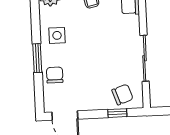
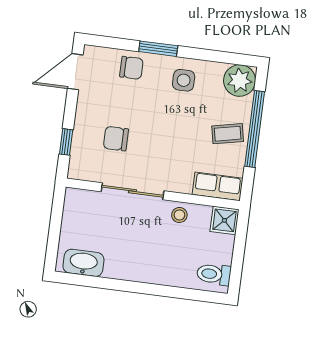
stool: (156, 21) -> (179, 215), added
chair: (122, 94) -> (116, 139), moved, turned 109

